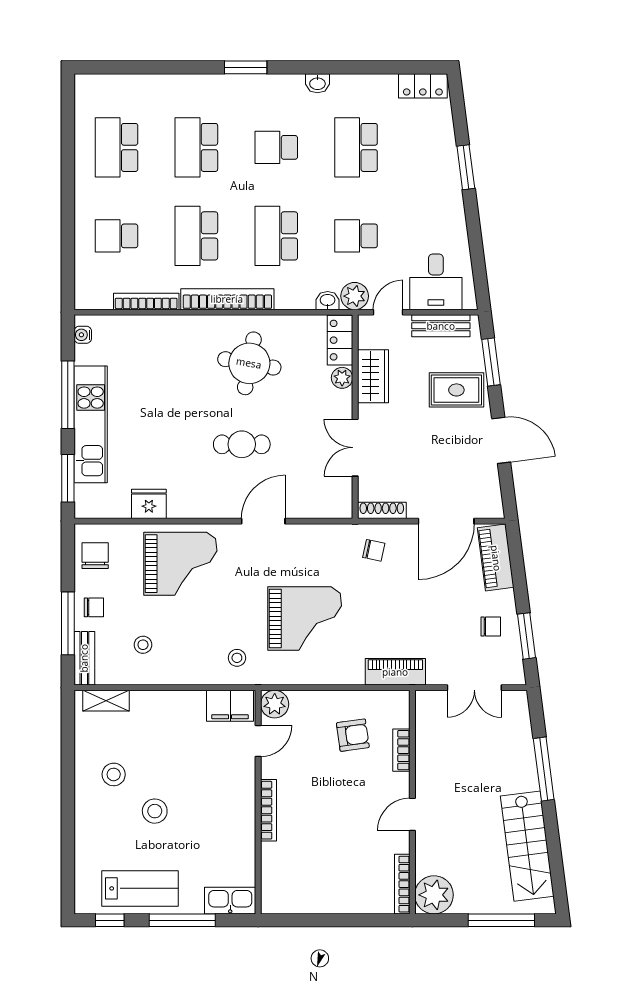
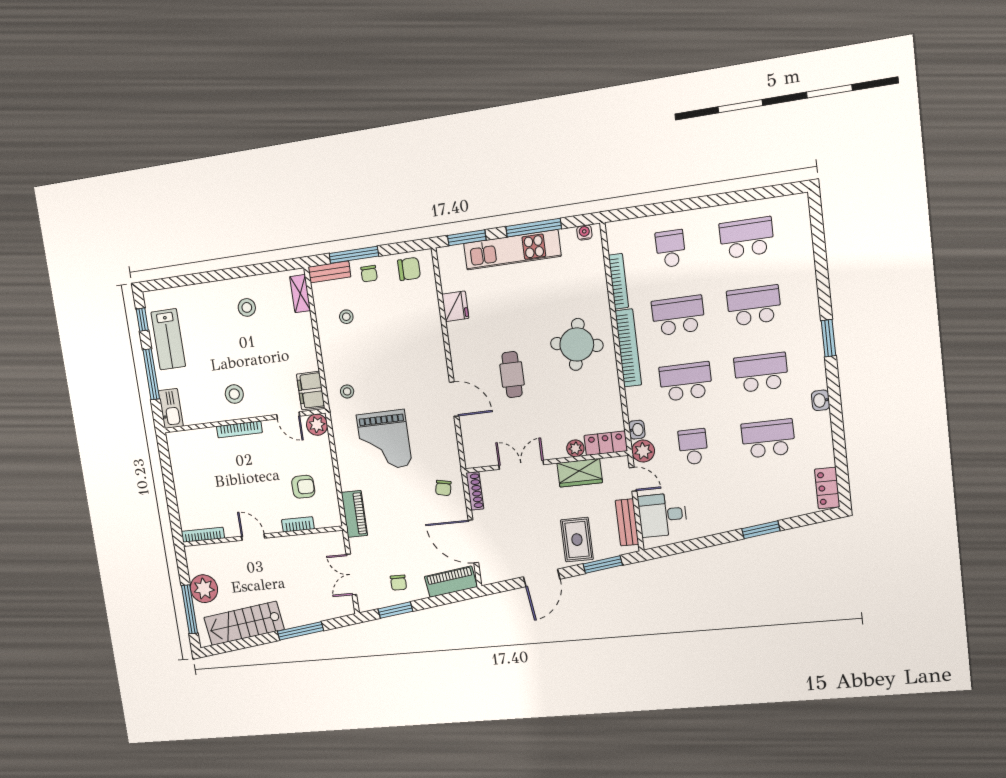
school desk: (276, 147) -> (761, 372), width x1.85
round table: (249, 363) -> (577, 344), moved
grand piano: (180, 564) -> (412, 338), removed
armchair: (353, 735) -> (303, 487), turned -82
stool: (155, 811) -> (234, 394), moved
plant: (434, 895) -> (204, 589), moved

